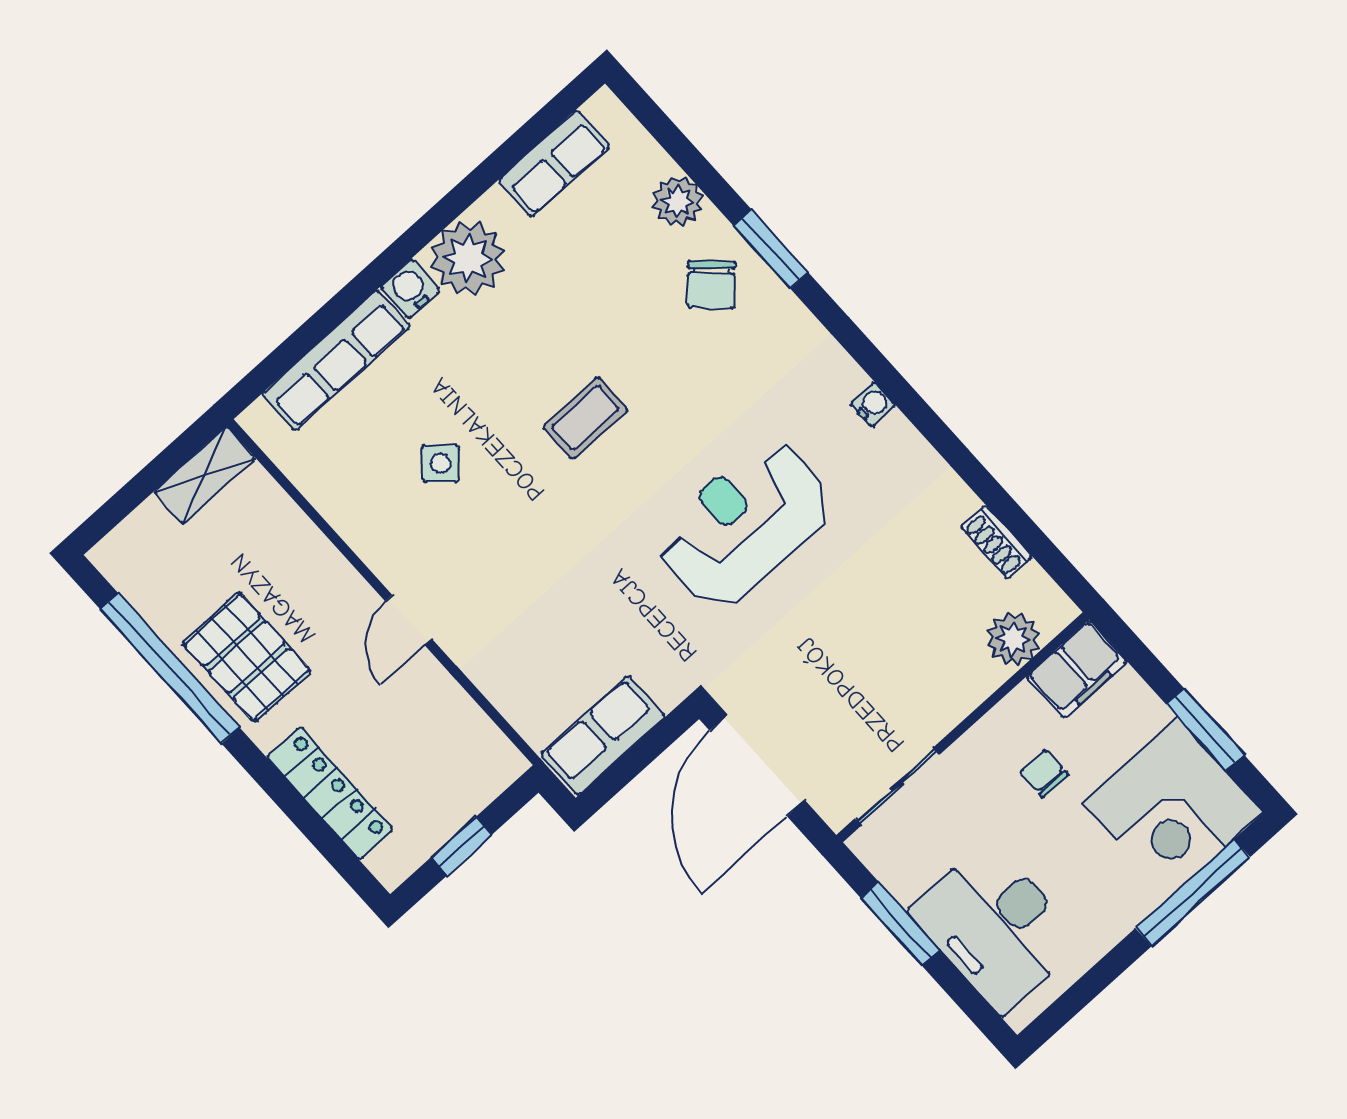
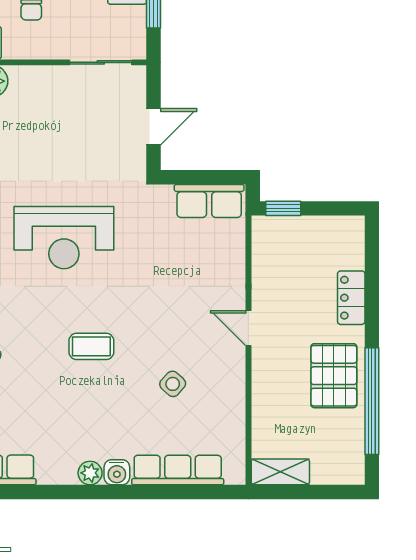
plant: (468, 258) -> (90, 473), width x0.53, depth x0.53
door: (409, 620) -> (248, 328), swing flipped
door: (757, 765) -> (154, 127), width x0.53
locker: (330, 793) -> (351, 298), width x0.66
window: (461, 846) -> (283, 208), moved

